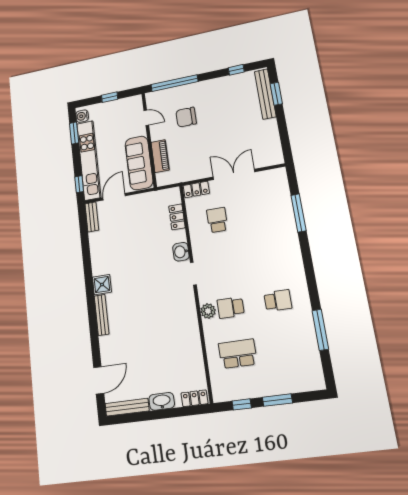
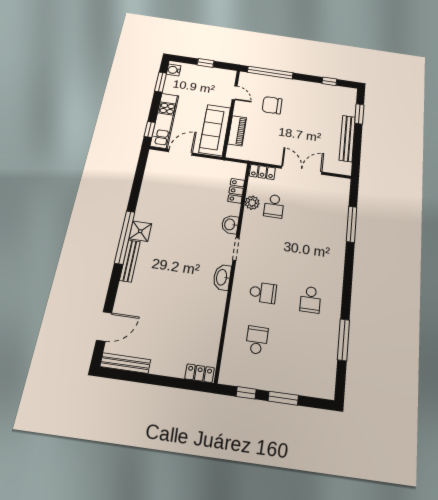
bench: (265, 94) -> (347, 138), moved
kitchen unit: (89, 160) -> (165, 121), width x0.73
bench: (92, 217) -> (152, 164), removed
school desk: (217, 220) -> (274, 206), turned 180
window: (90, 295) -> (125, 237), added
school desk: (278, 301) -> (310, 300), turned 90
school desk: (231, 308) -> (263, 293), turned 180
plant: (208, 311) -> (252, 203), moved
school desk: (238, 354) -> (257, 340), width x0.54
washbasin: (162, 401) -> (222, 277), moved, turned -90

